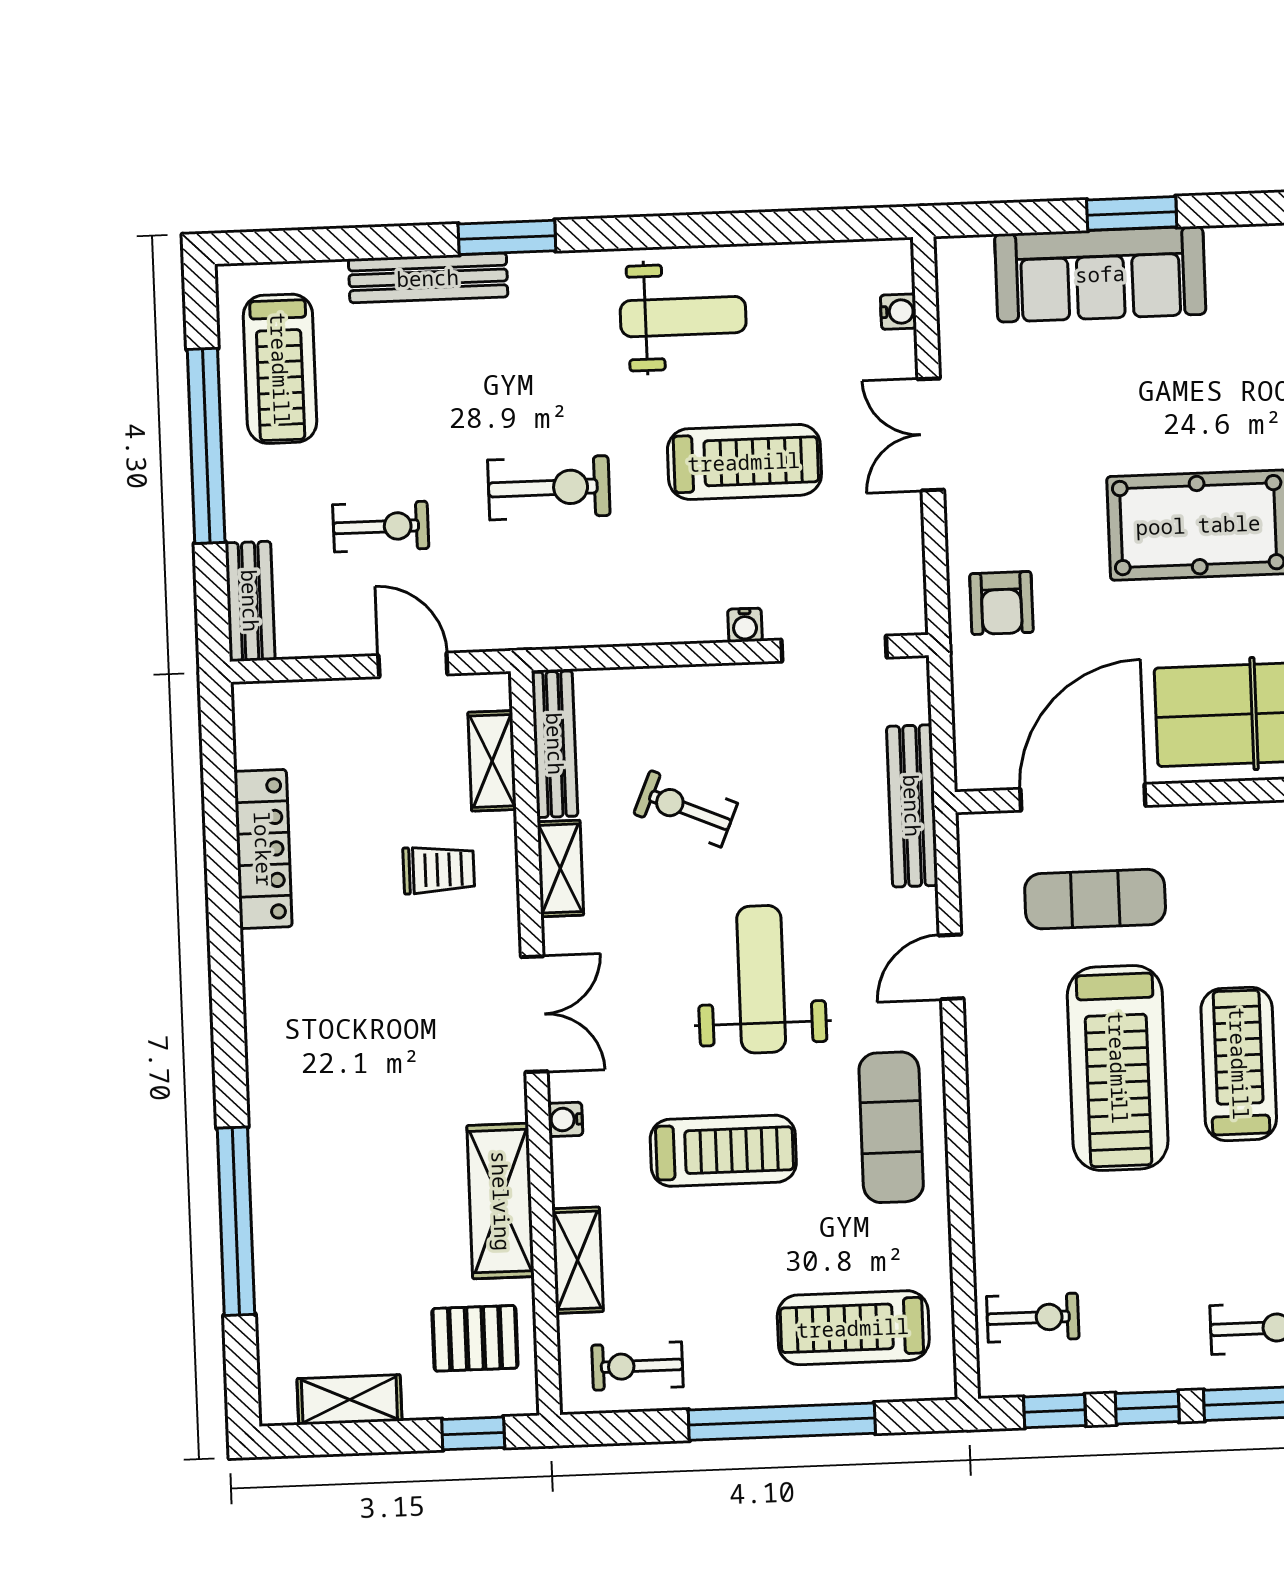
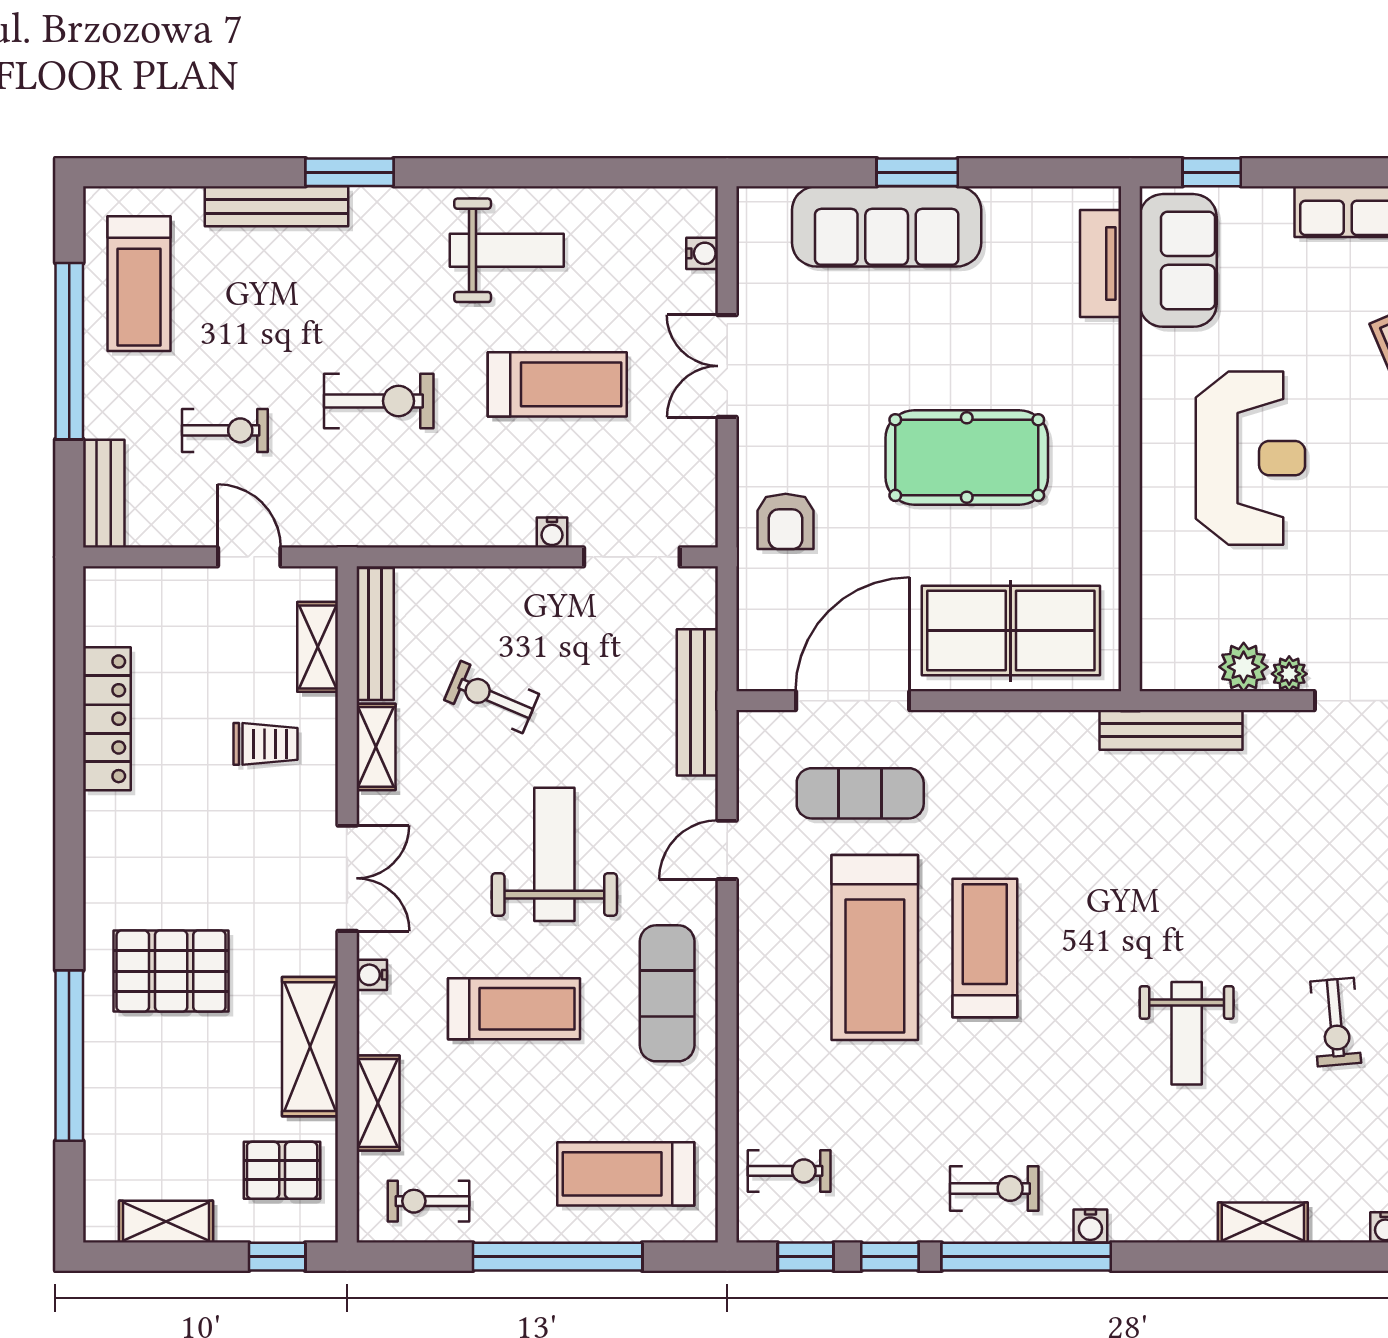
pallet: (344, 1124) -> (171, 971), added

